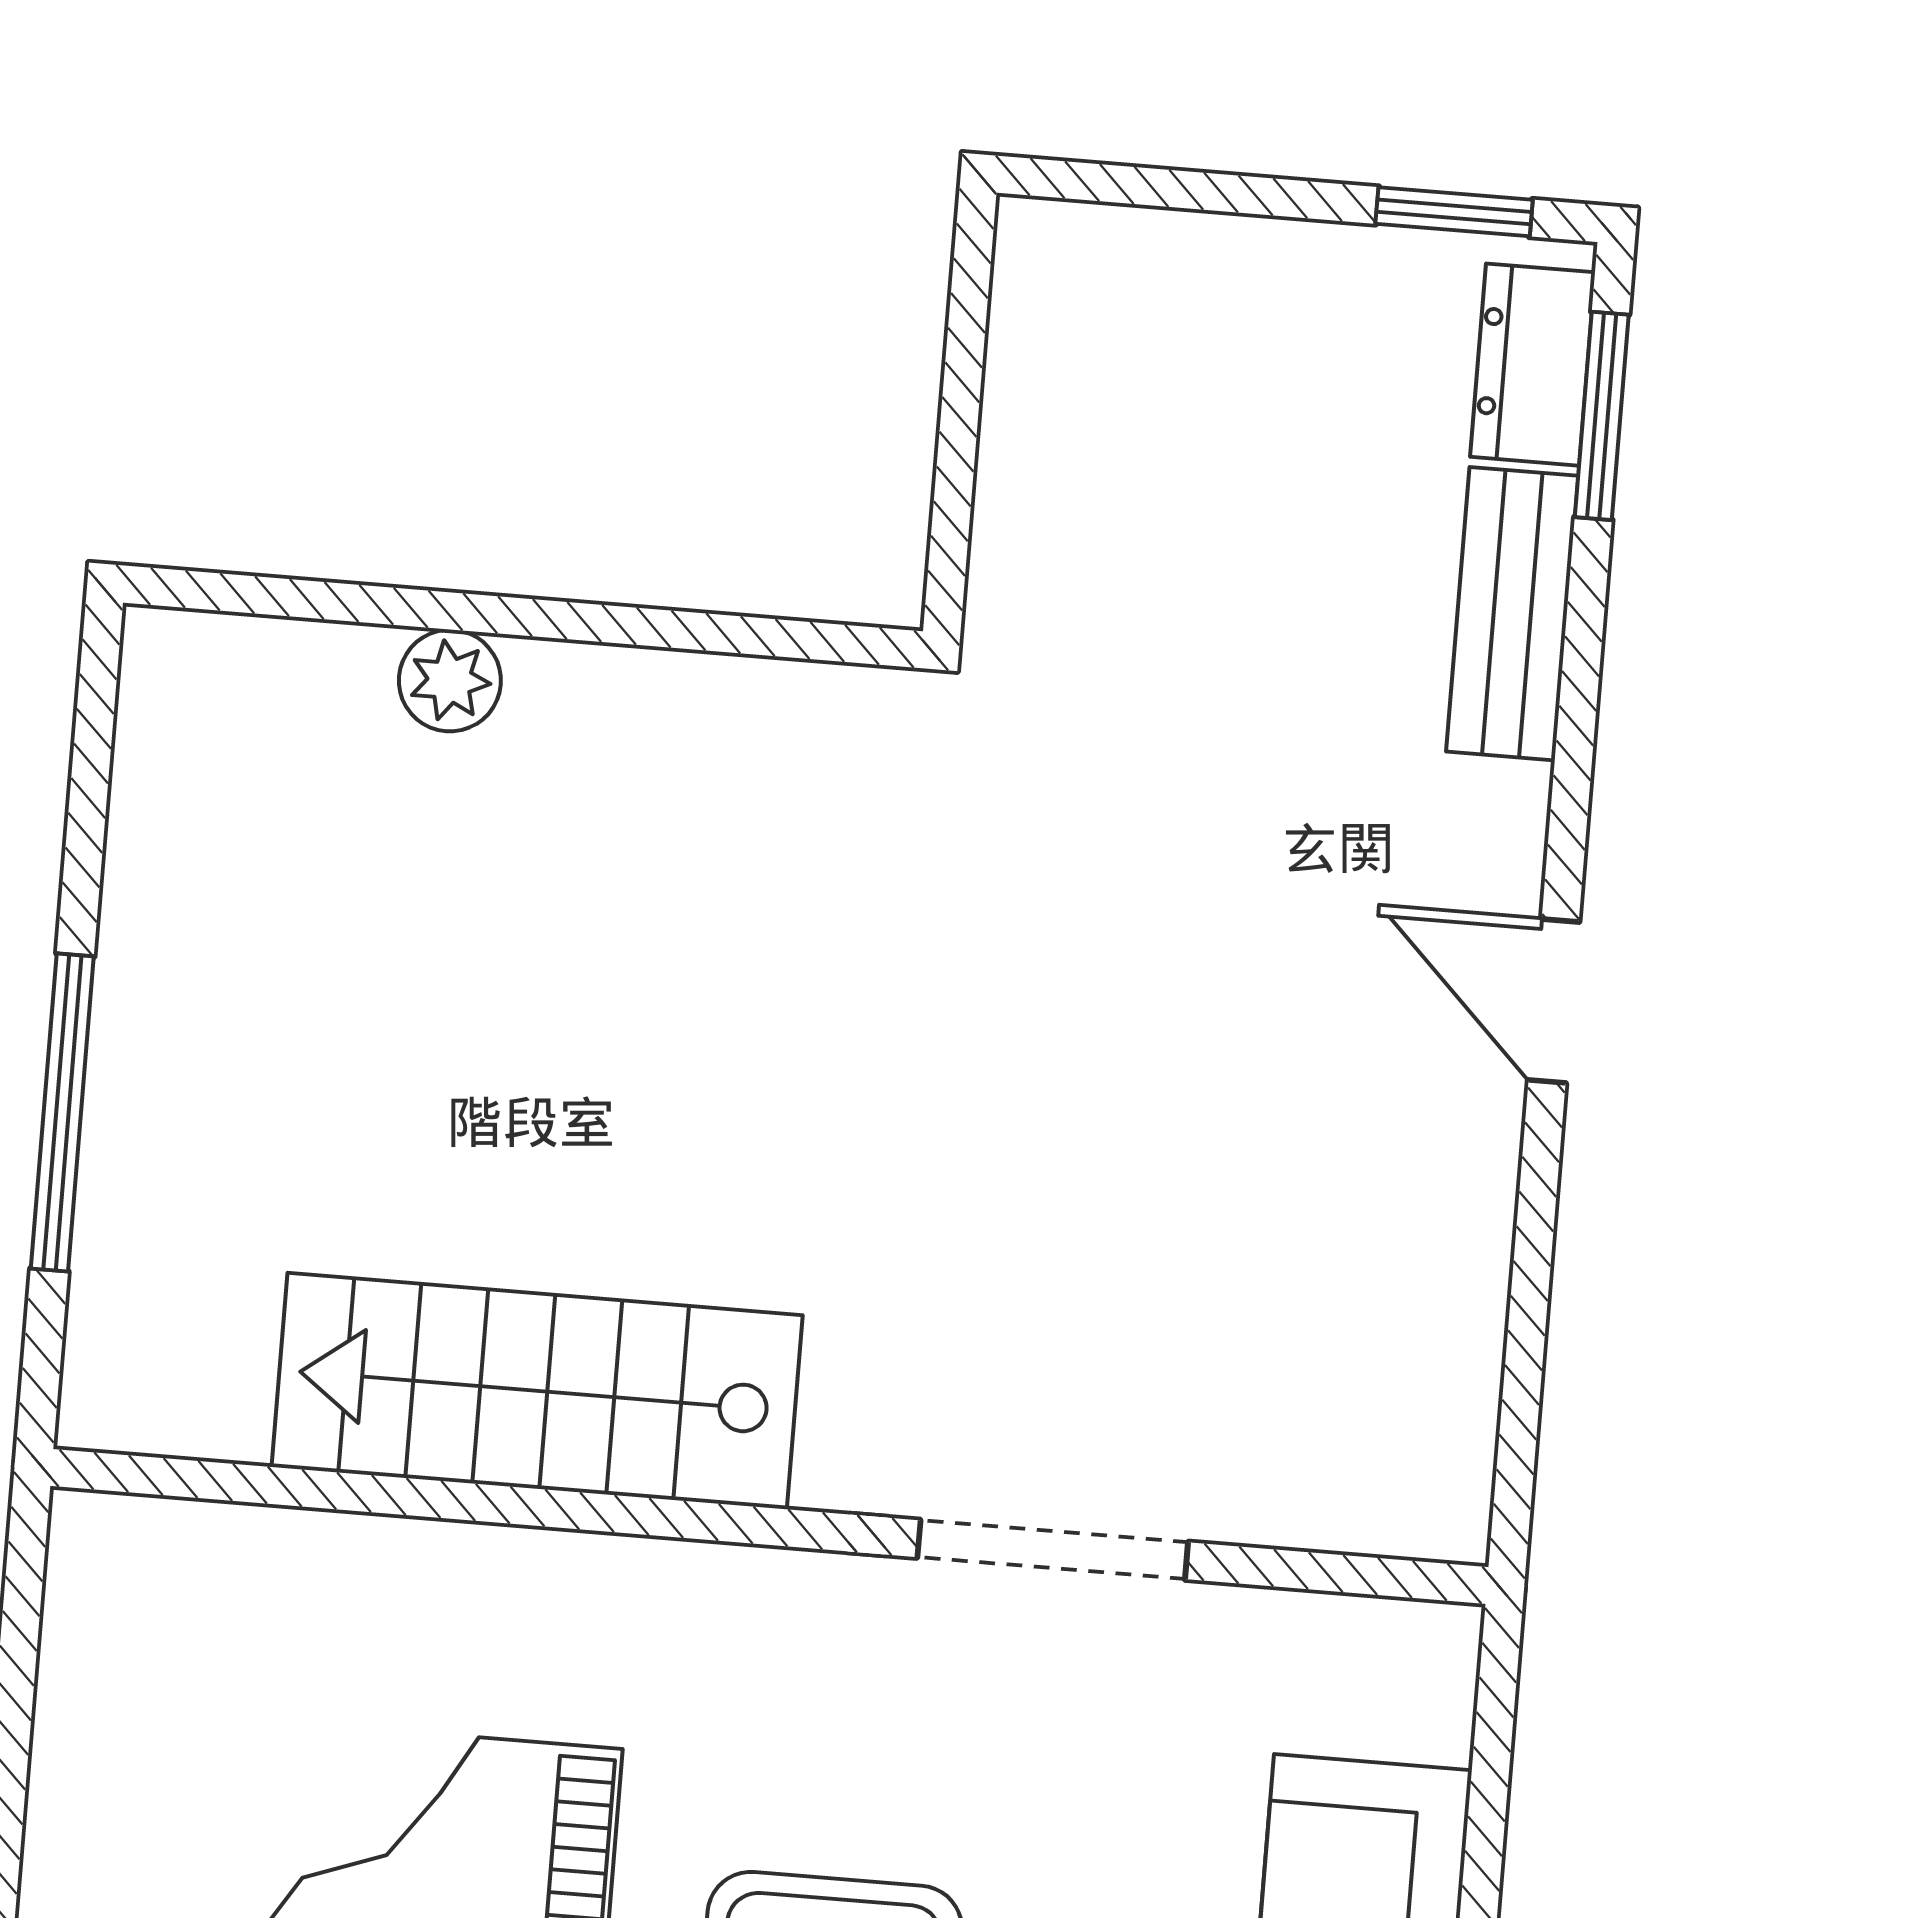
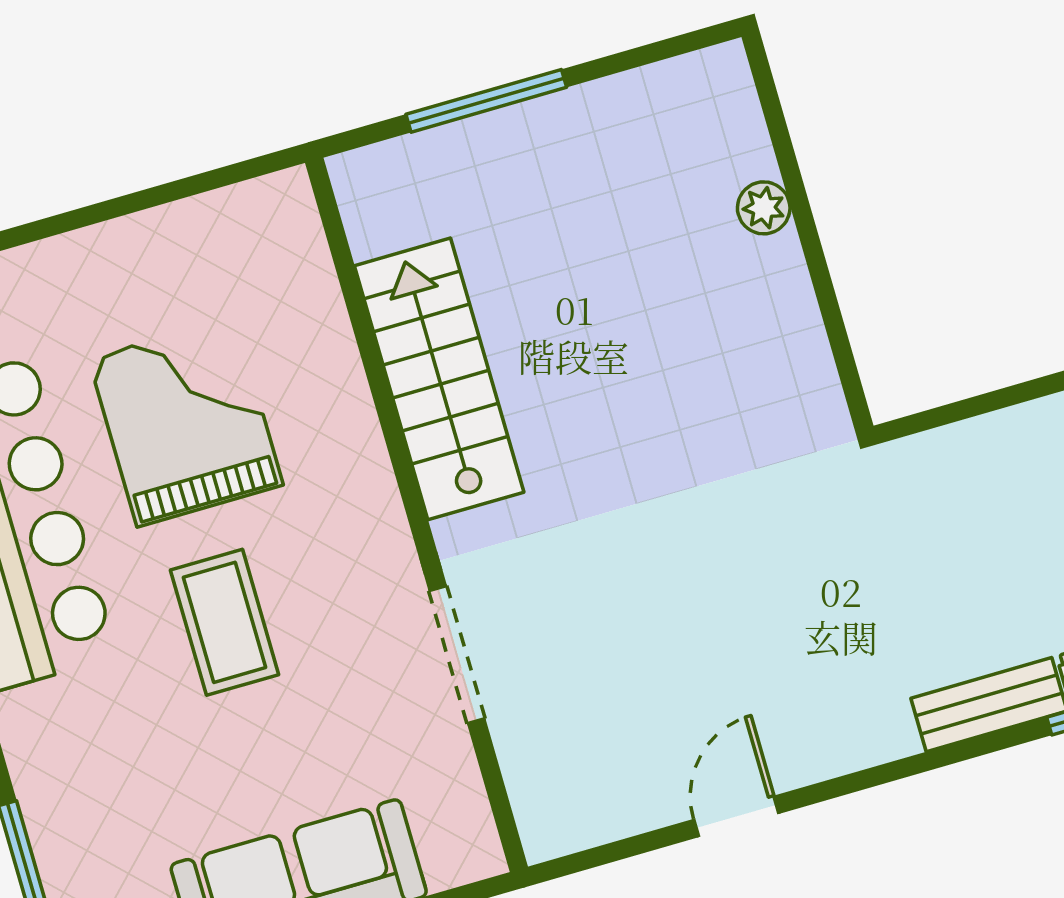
door: (1554, 1001) -> (736, 816), moved

